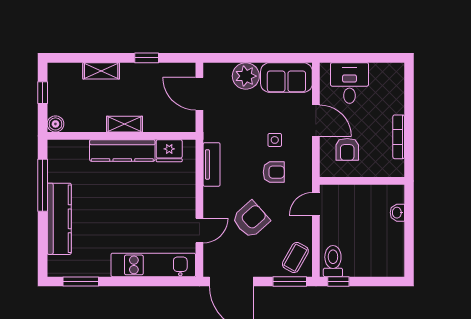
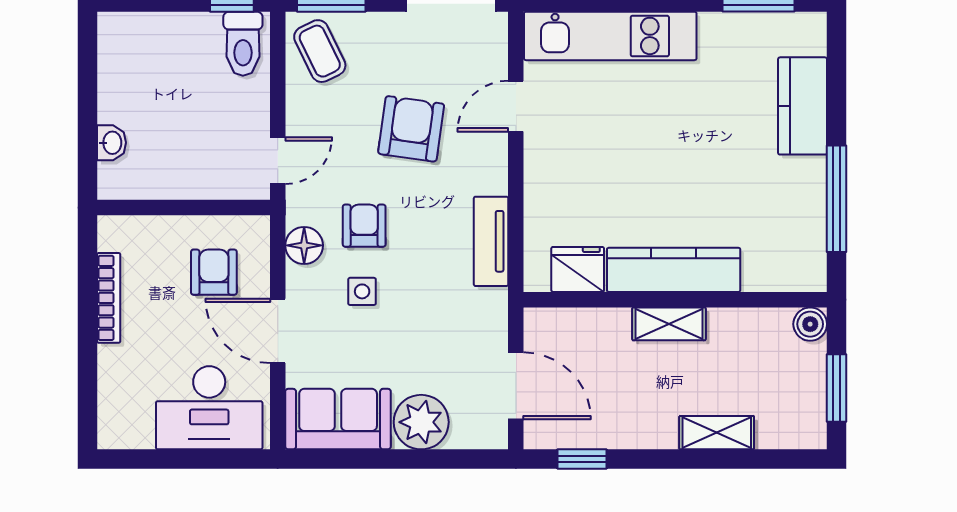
window: (147, 58) -> (582, 459), moved
desk: (349, 83) -> (209, 408), width x1.37
window: (43, 93) -> (836, 388), width x1.50
floor lamp: (303, 162) -> (304, 245), added
armchair: (274, 172) -> (364, 226), turned 90
kitchen counter: (59, 219) -> (803, 106), width x0.67
armchair: (251, 219) -> (411, 129), turned 140
coffee table: (295, 258) -> (320, 51), turned -55

